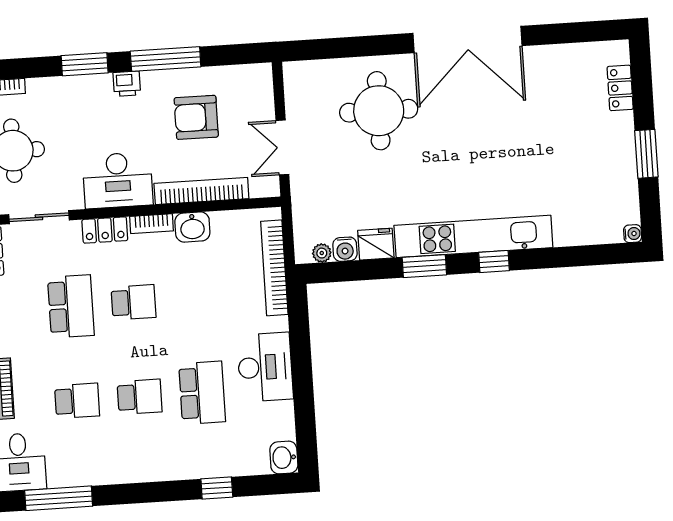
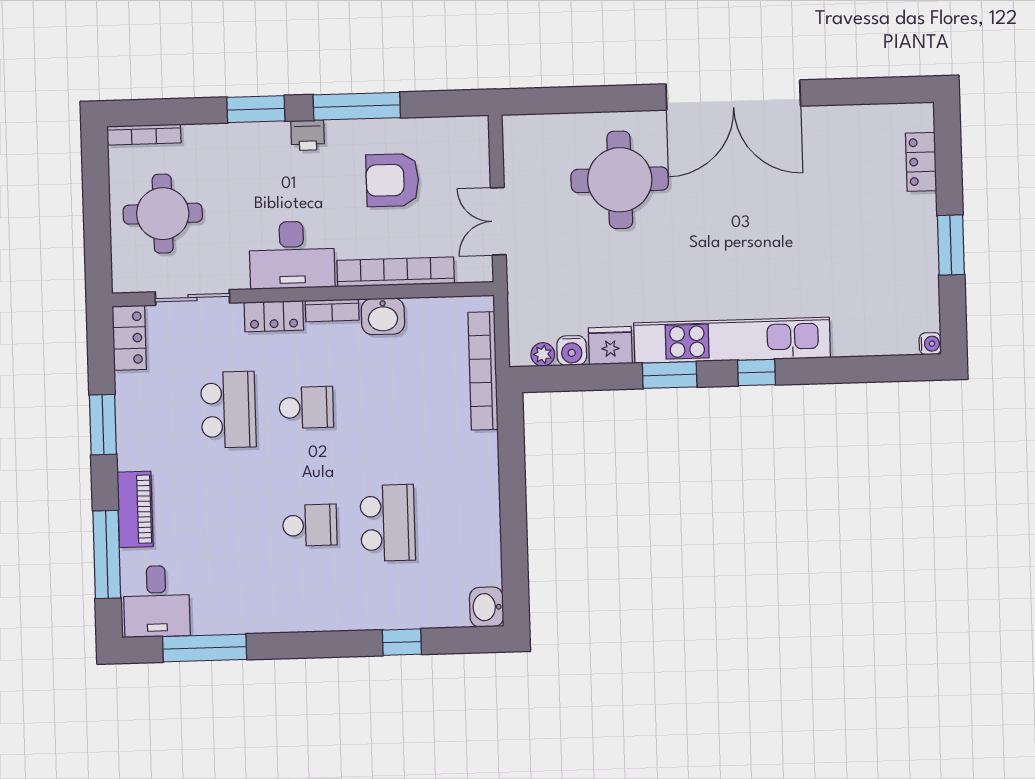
desk: (265, 367) -> (467, 494), removed
school desk: (77, 401) -> (232, 528), removed

